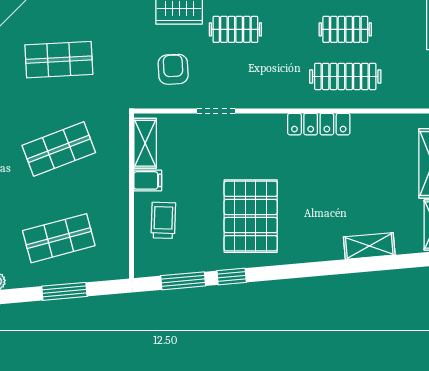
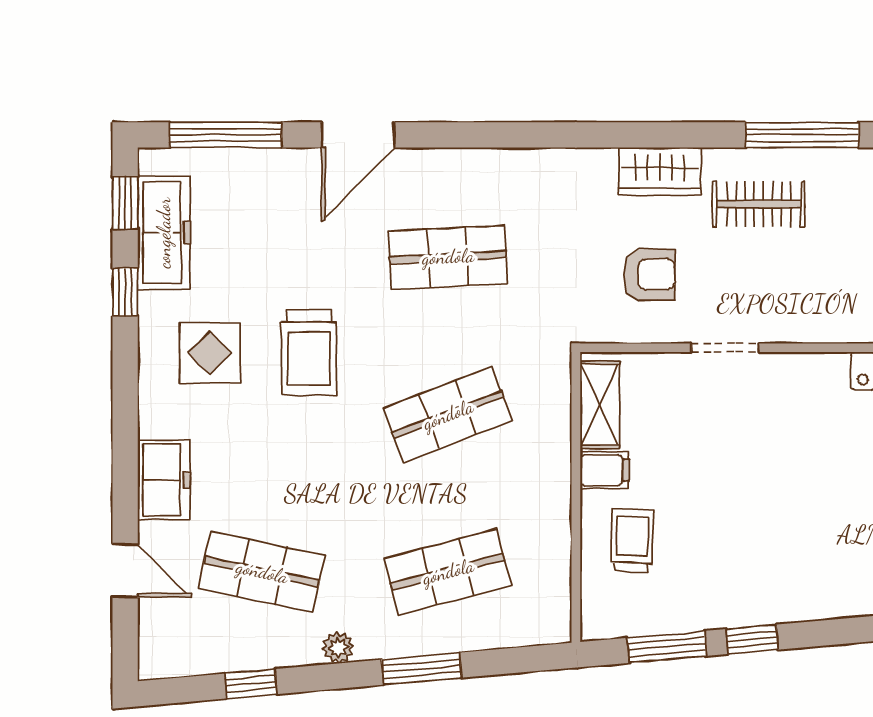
armchair: (173, 69) -> (649, 274), turned 93
pallet: (251, 216) -> (786, 533), removed
window: (64, 291) -> (422, 669), moved

